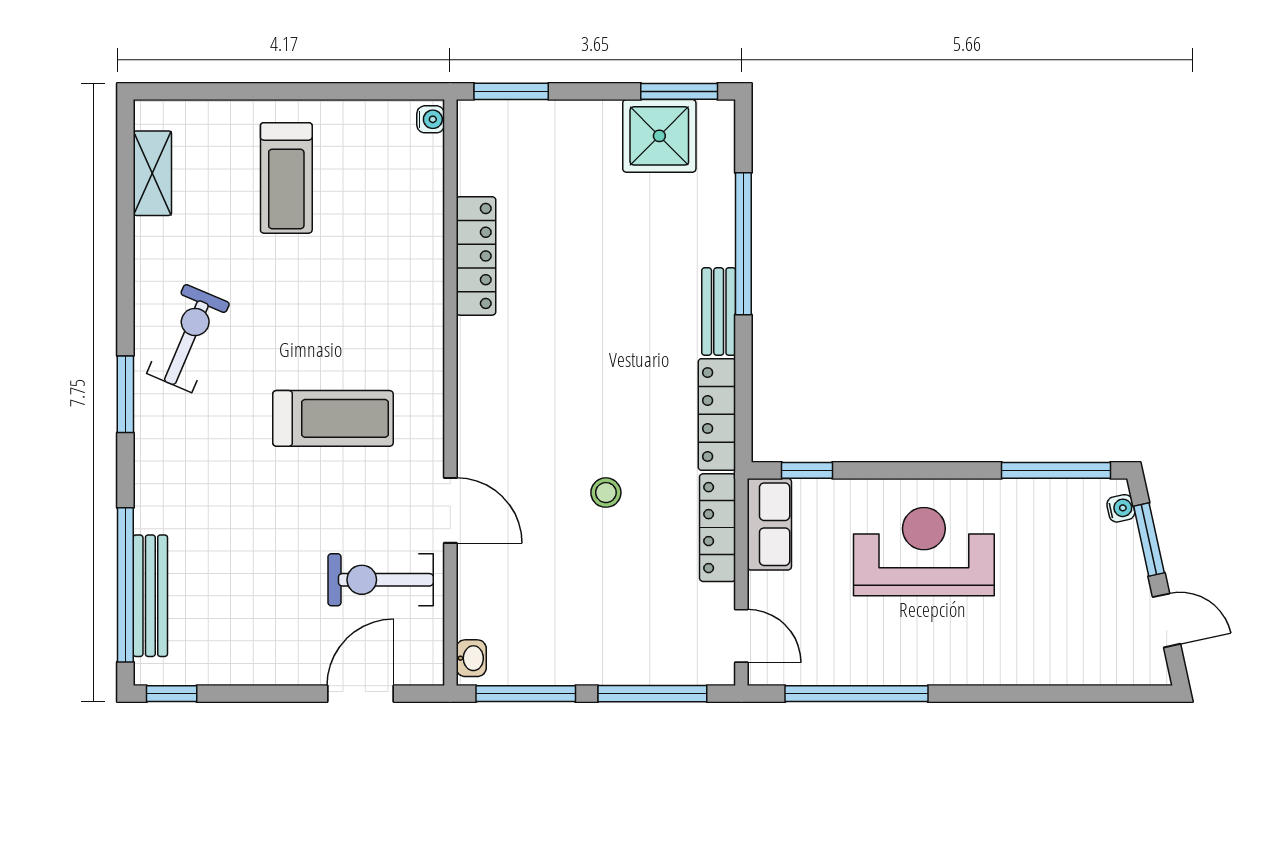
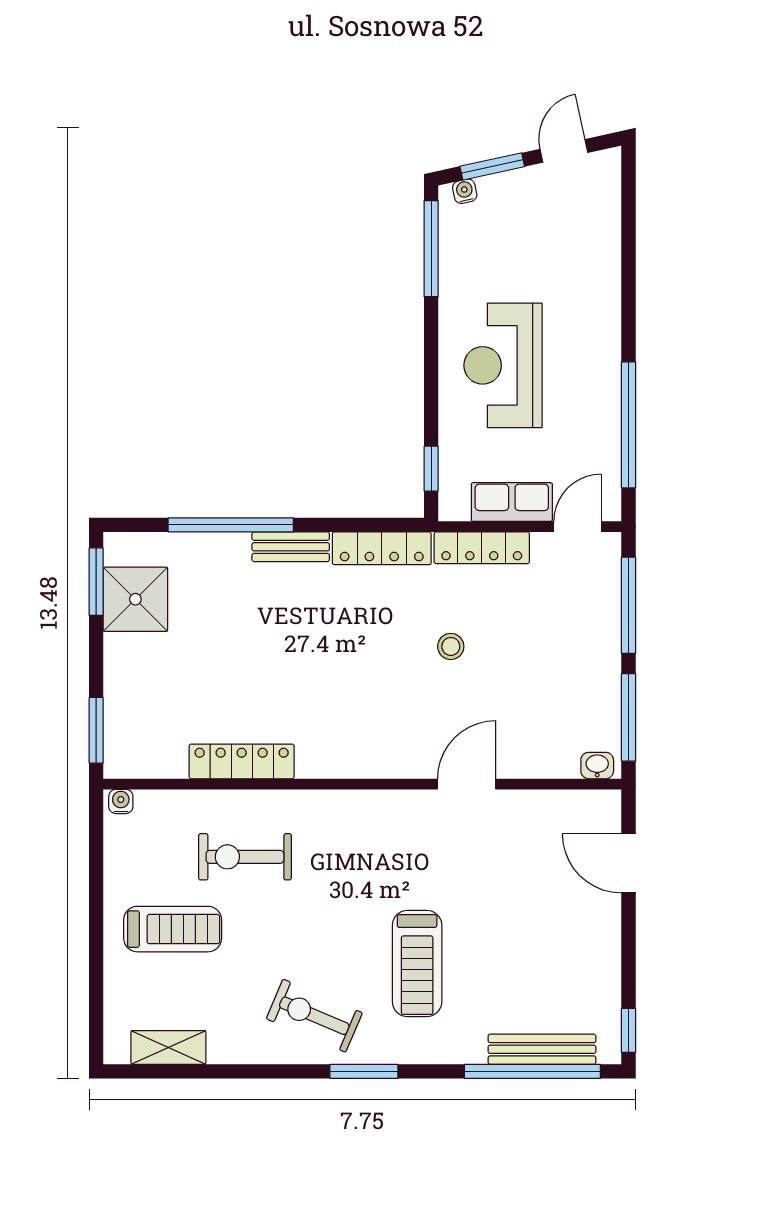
treadmill: (333, 418) -> (417, 963), moved, turned 180
row of seats: (769, 524) -> (512, 502), moved
exercise bike: (381, 580) -> (245, 857), moved, turned 90

